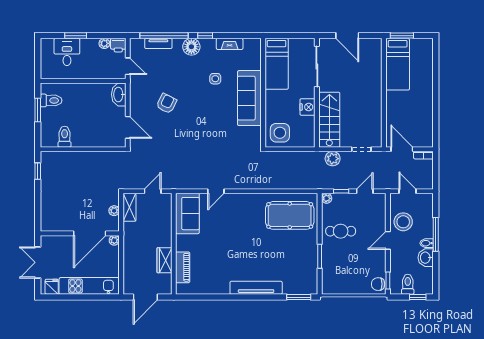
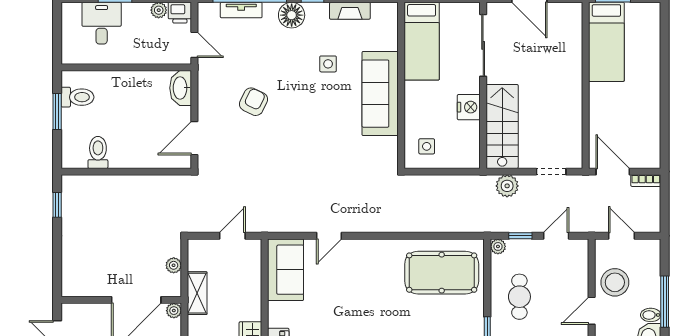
door: (128, 127) -> (194, 138), swing flipped
side table: (280, 133) -> (427, 146), width x0.54, depth x0.54
shelving: (129, 207) -> (197, 293), moved
cafe table: (341, 231) -> (519, 297), turned 90

